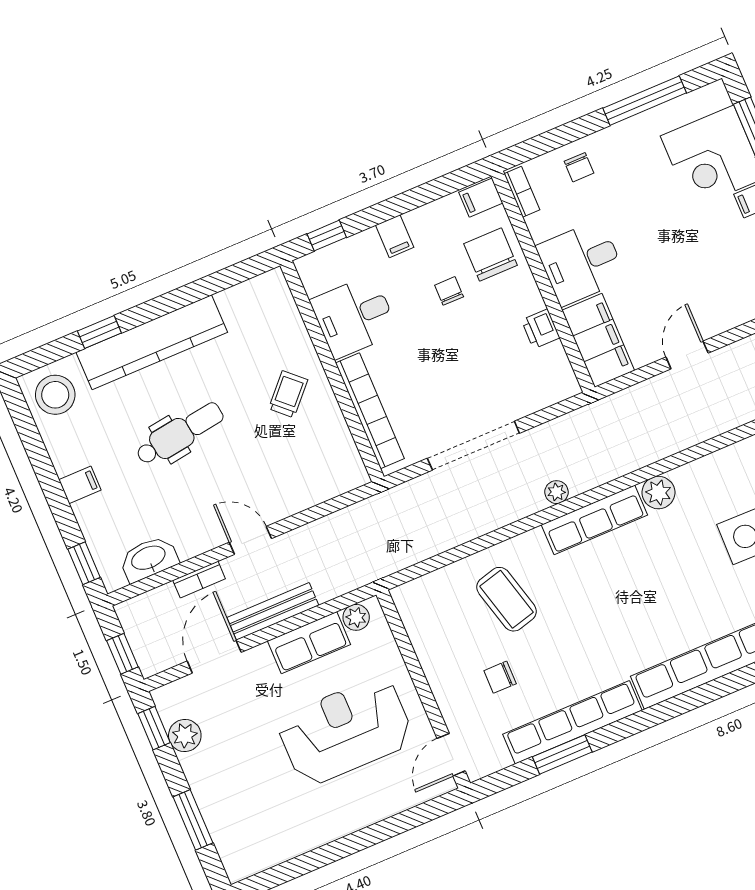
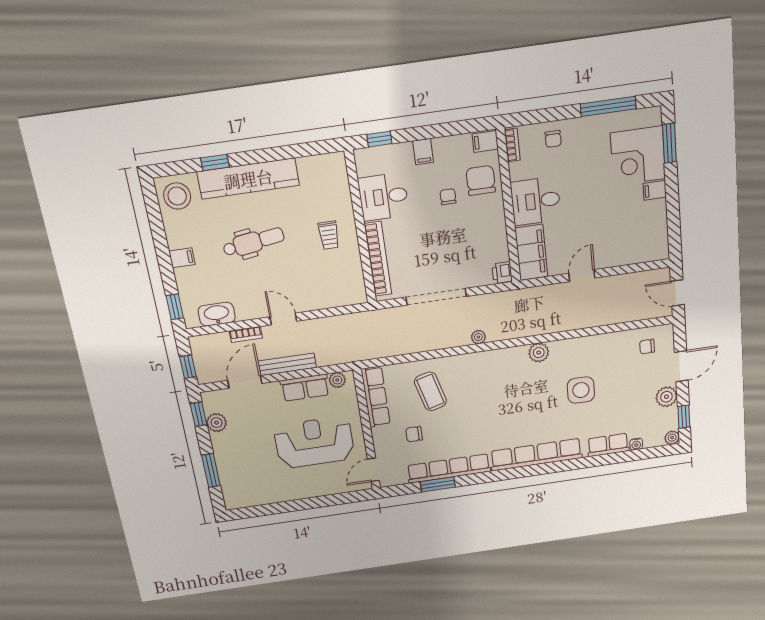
printer: (541, 329) -> (502, 273), moved
trolley: (288, 394) -> (329, 235), turned 137
row of seats: (594, 520) -> (376, 397), moved, turned -90

